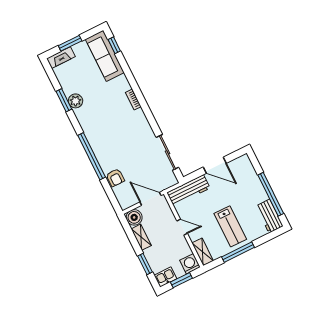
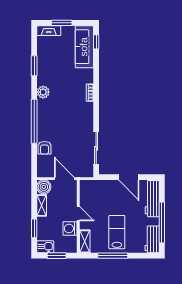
plant: (75, 101) -> (43, 92), moved
workbench: (188, 190) -> (152, 199), moved, turned 90
lab bench: (230, 226) -> (117, 232), turned 180
washing machine: (190, 264) -> (70, 228), moved, turned -90

